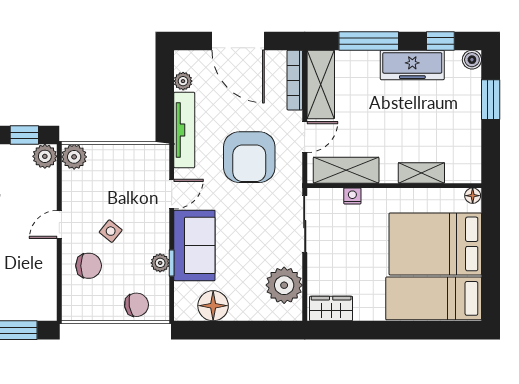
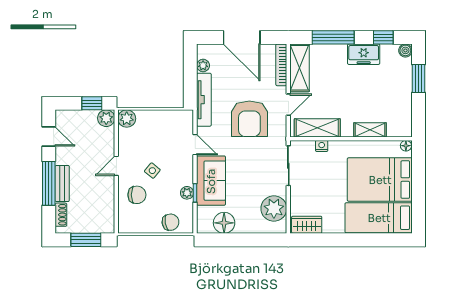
freezer: (412, 65) -> (364, 54), width x0.71
door: (172, 194) -> (195, 145), hinge flipped

